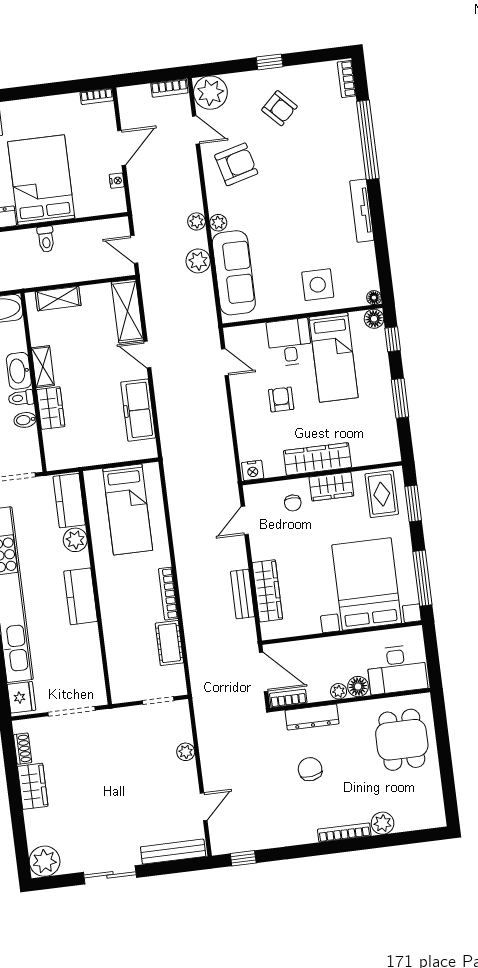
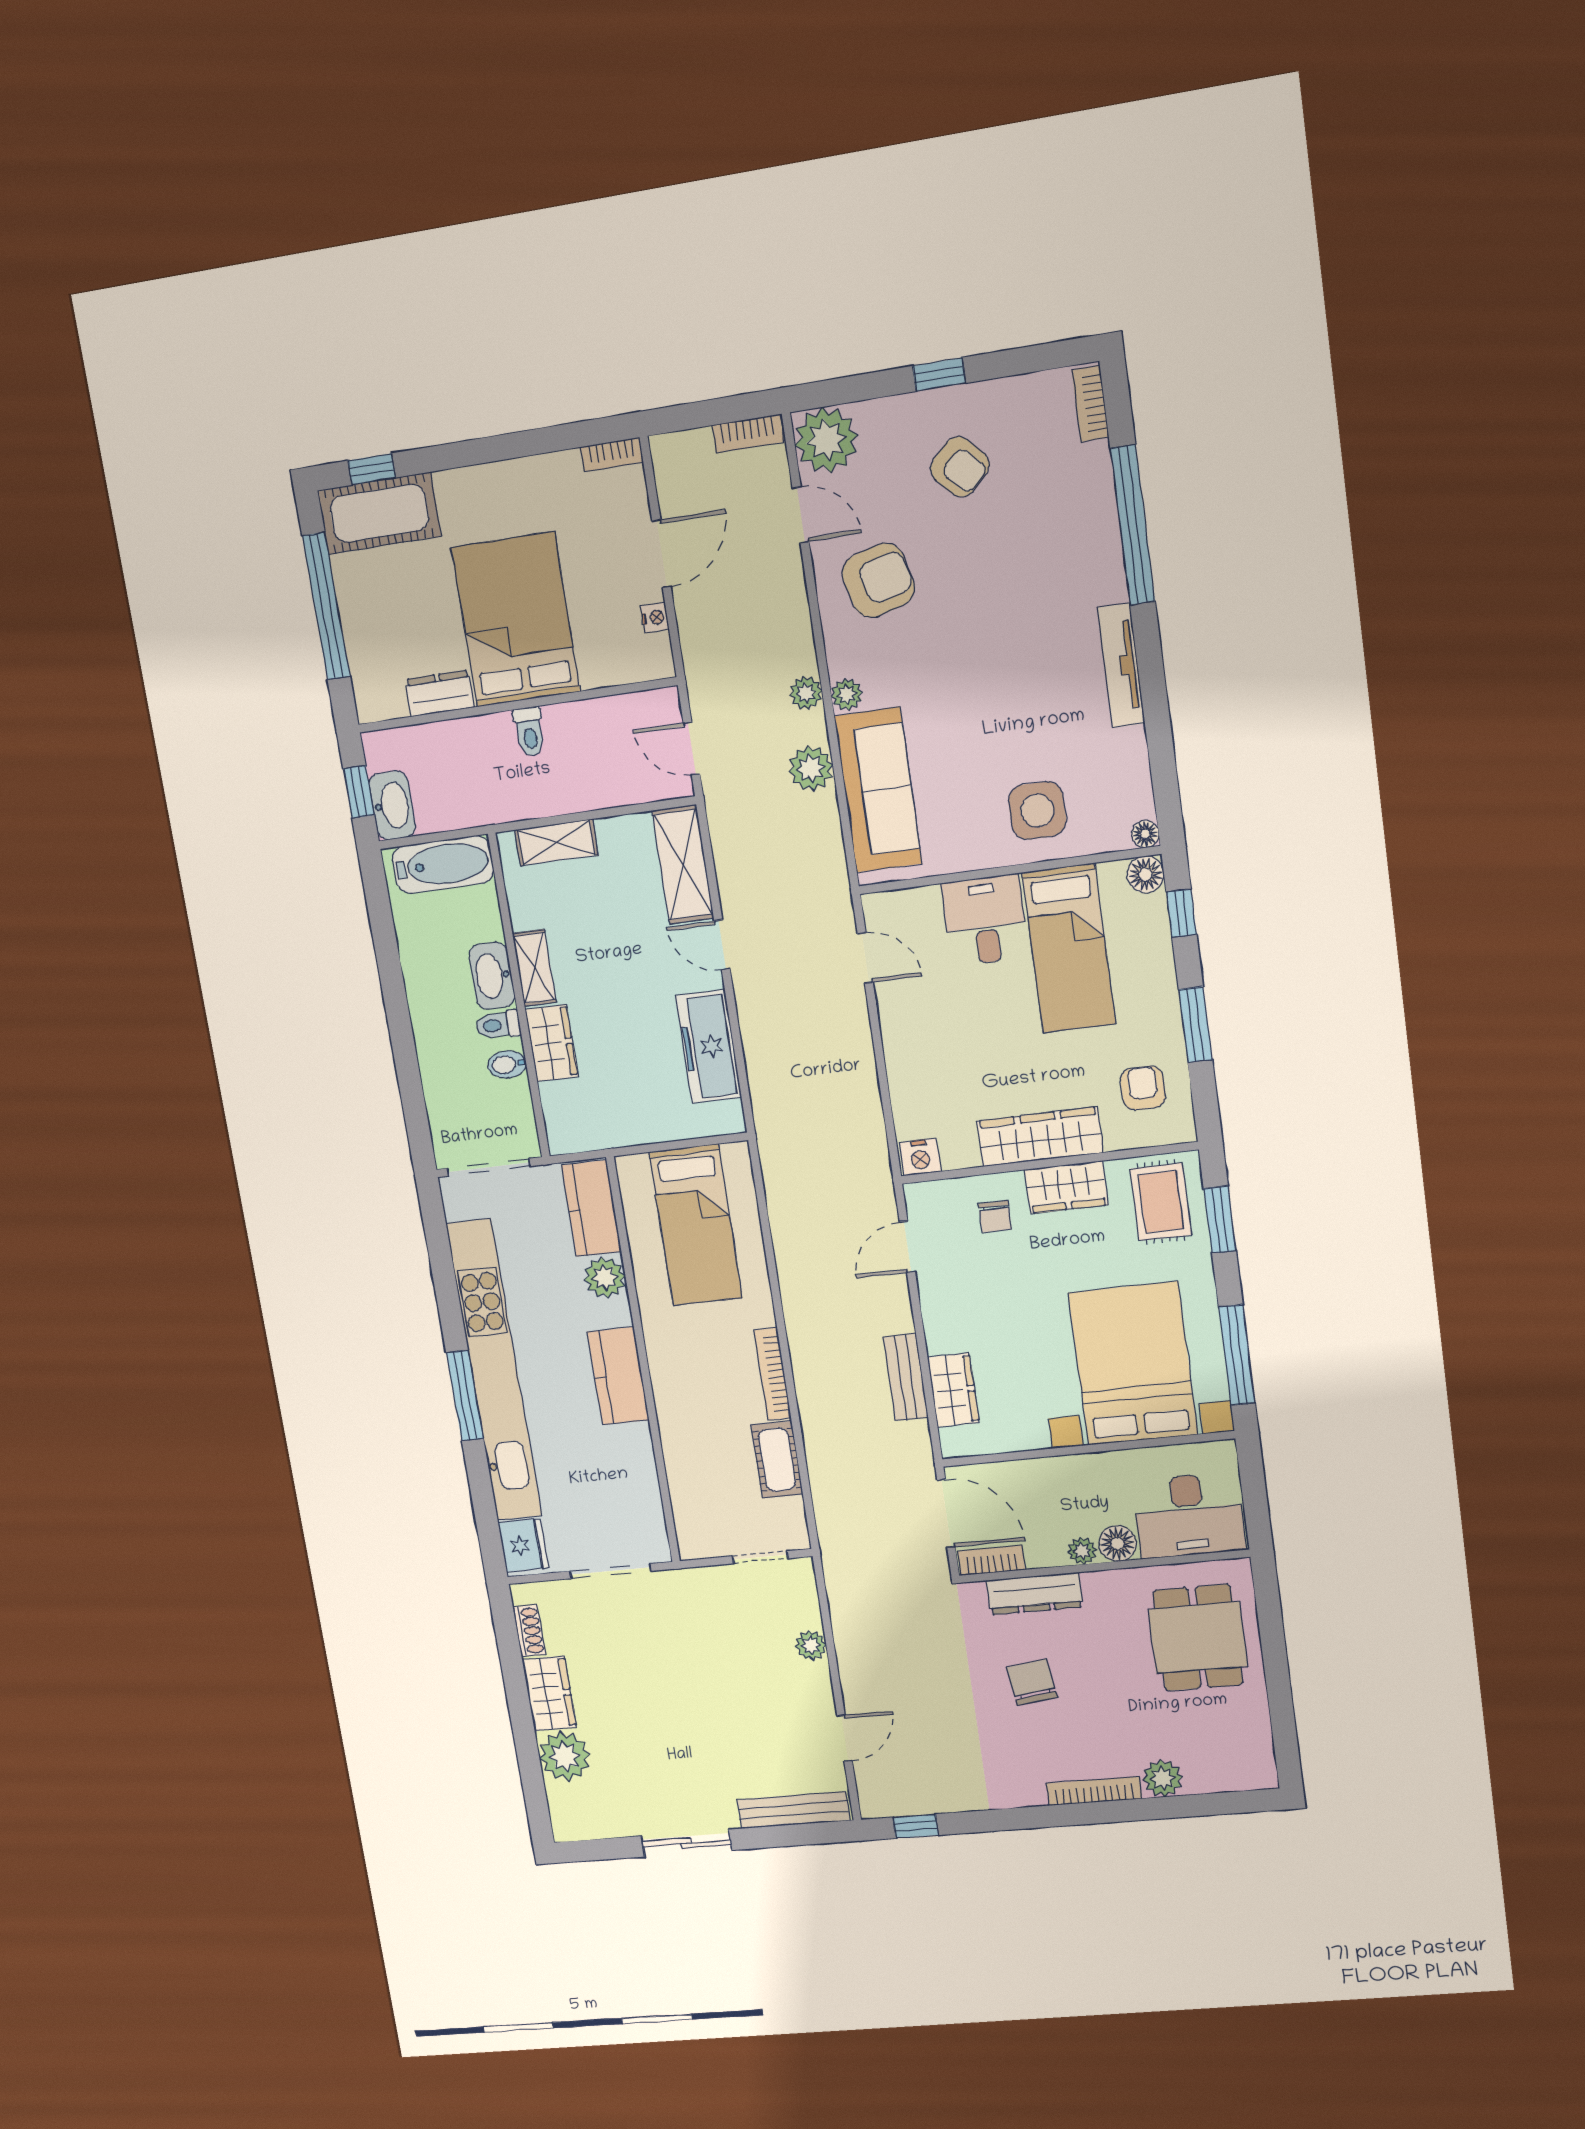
armchair: (281, 399) -> (1143, 1088), moved
wardrobe: (267, 591) -> (953, 1390), width x0.67
plant: (45, 861) -> (565, 1756), moved

